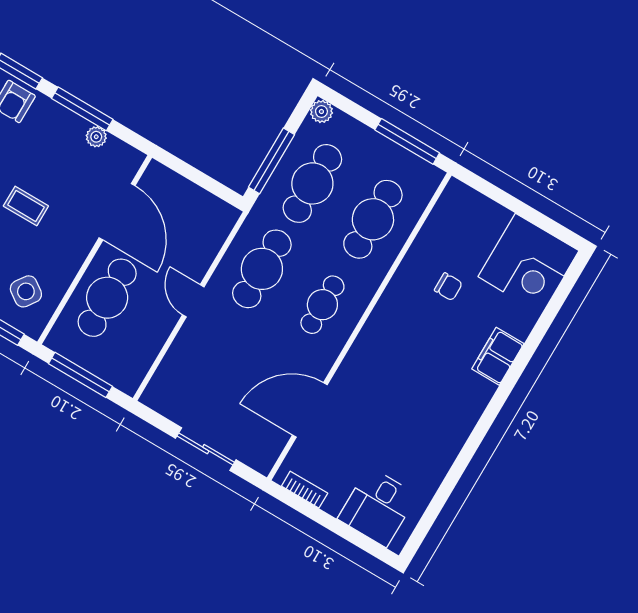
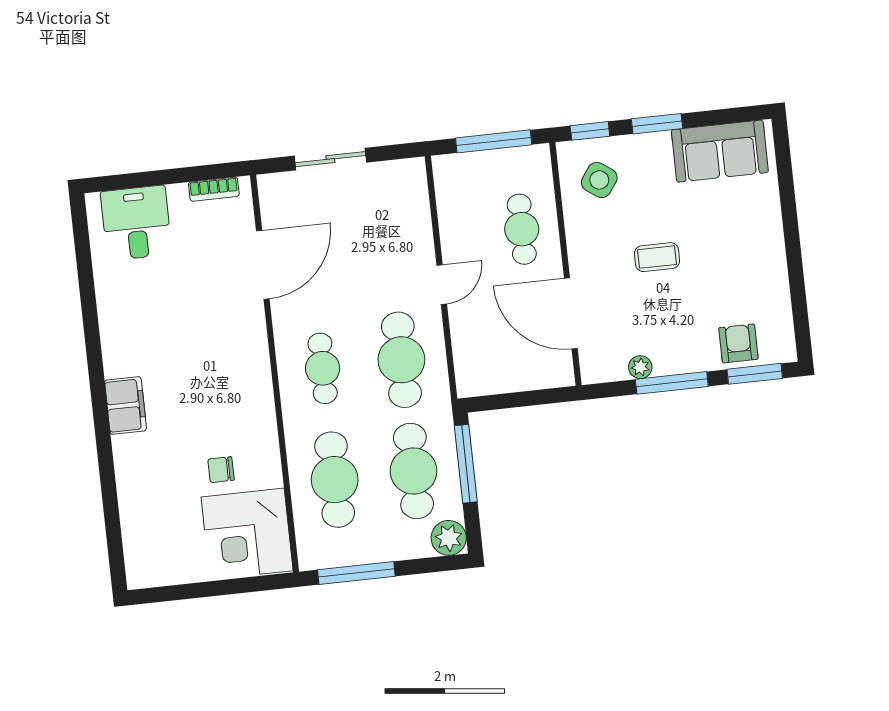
plant: (321, 111) -> (449, 538), width x1.38, depth x1.38
corner desk: (528, 264) -> (247, 534), moved, turned -90
cafe table: (107, 298) -> (522, 229), width x0.73, depth x0.74
door: (193, 301) -> (442, 285), hinge flipped
filing cabinet: (498, 356) -> (126, 405), moved

